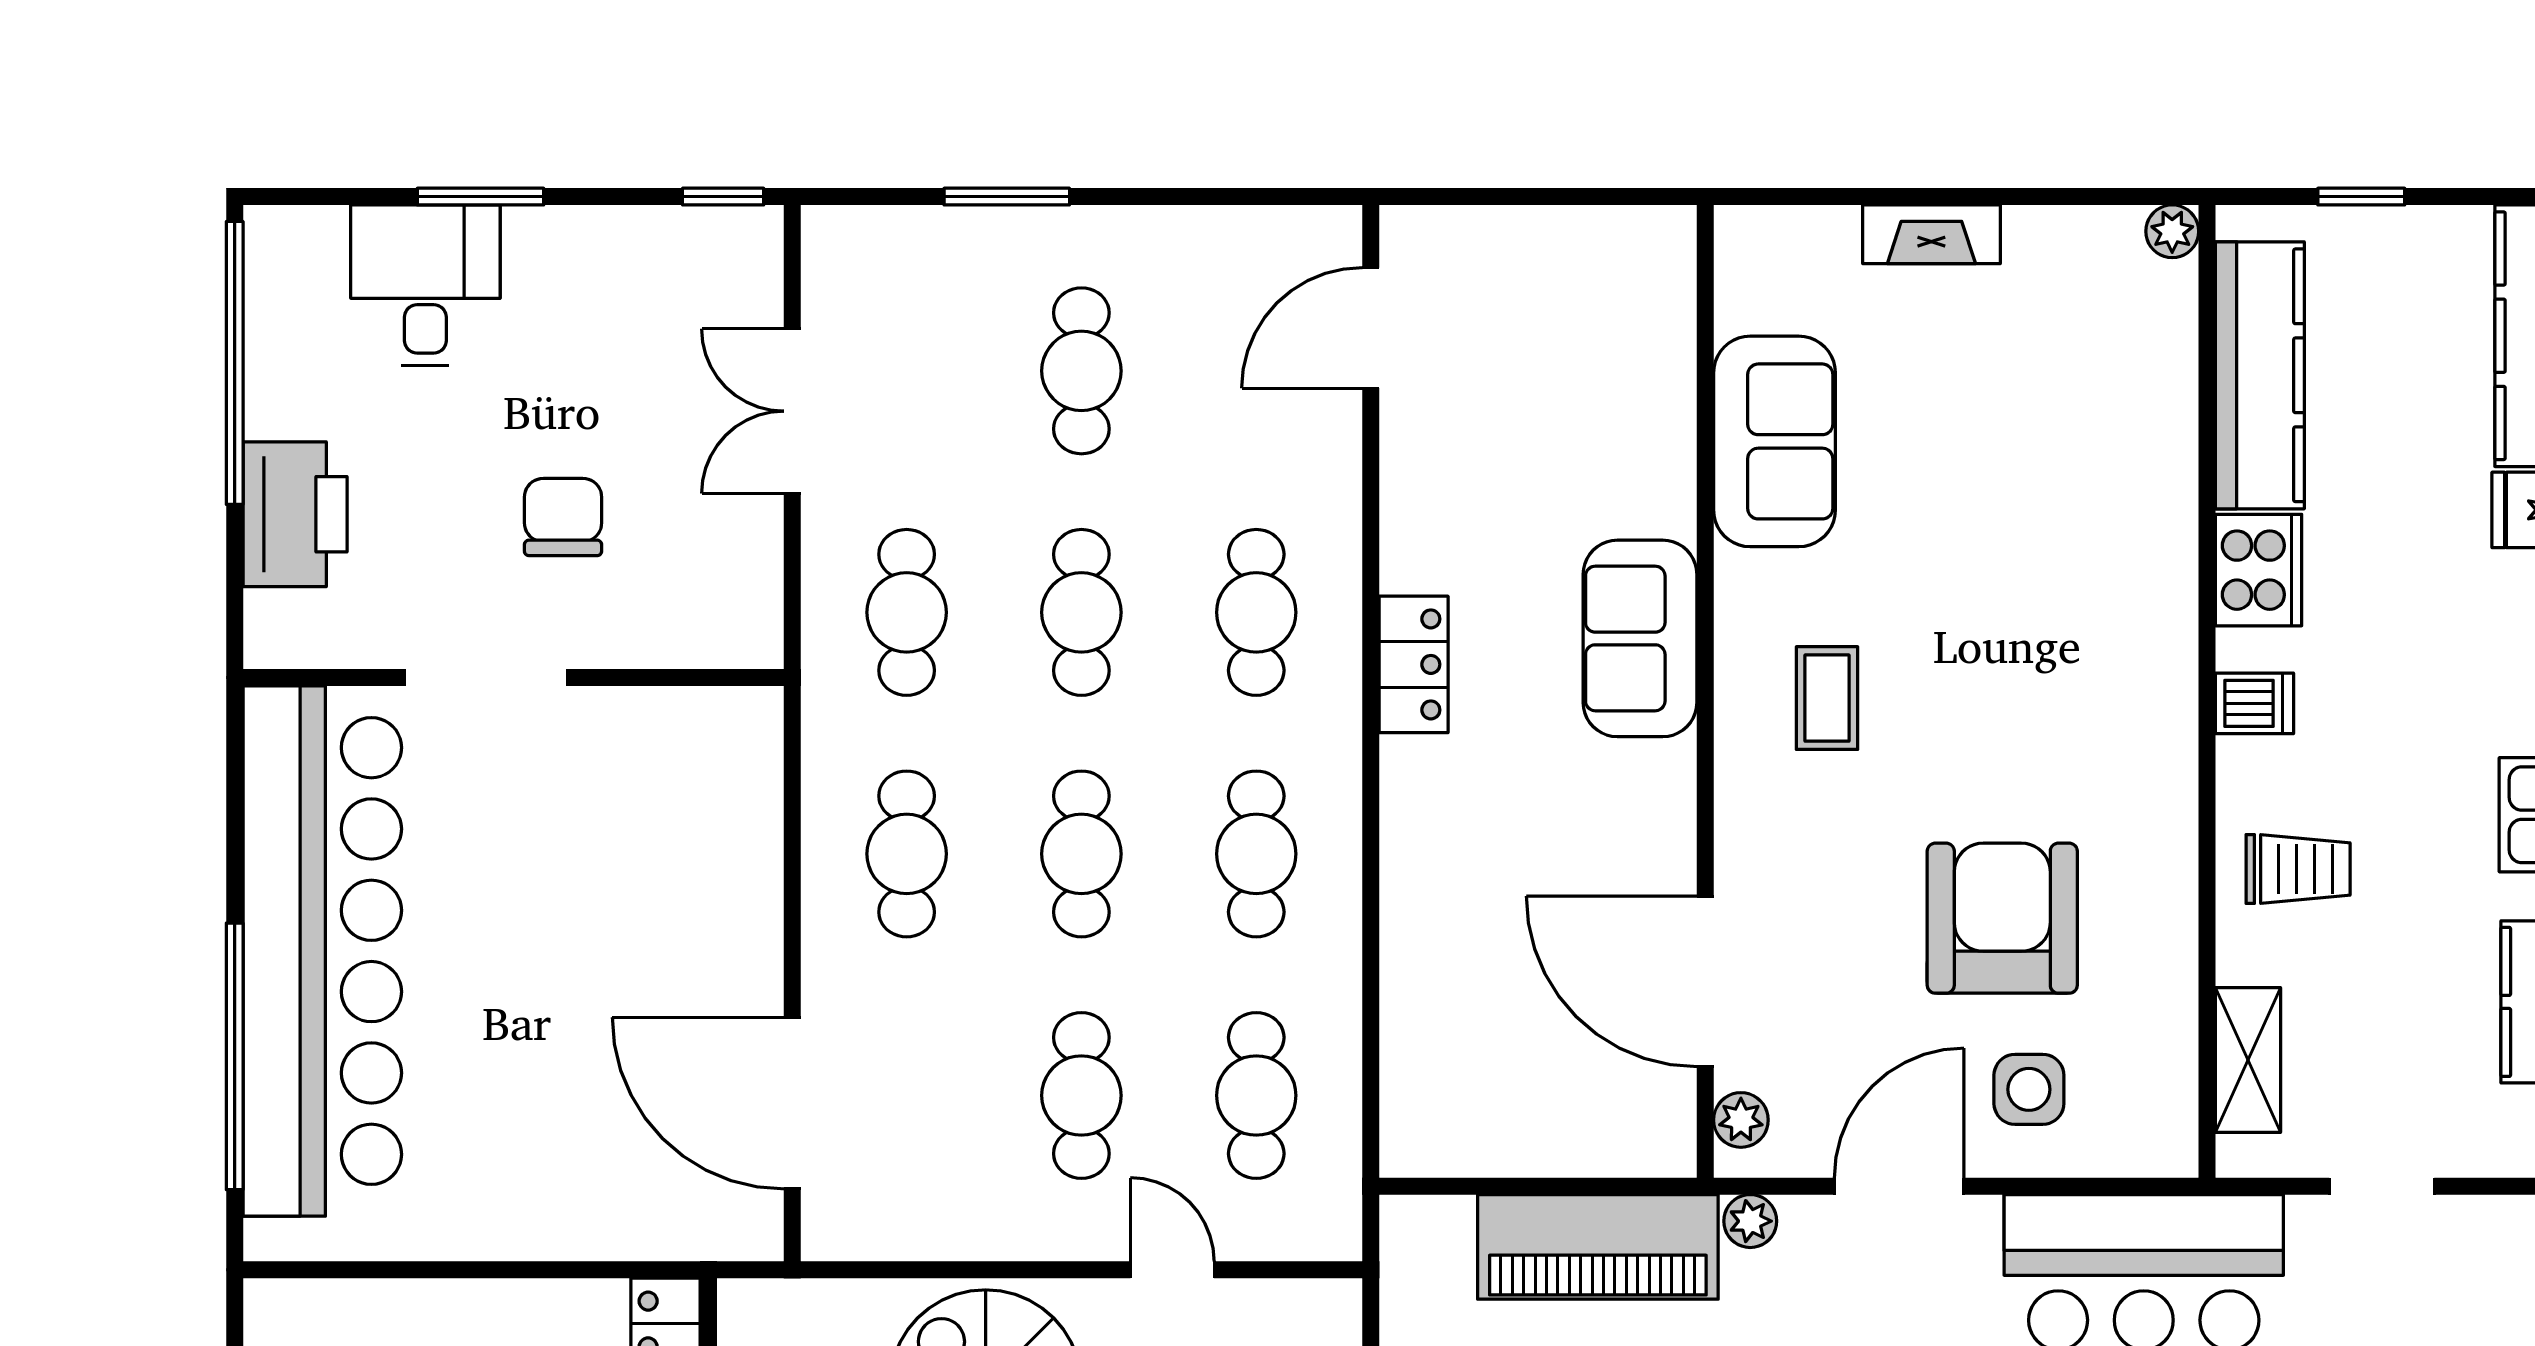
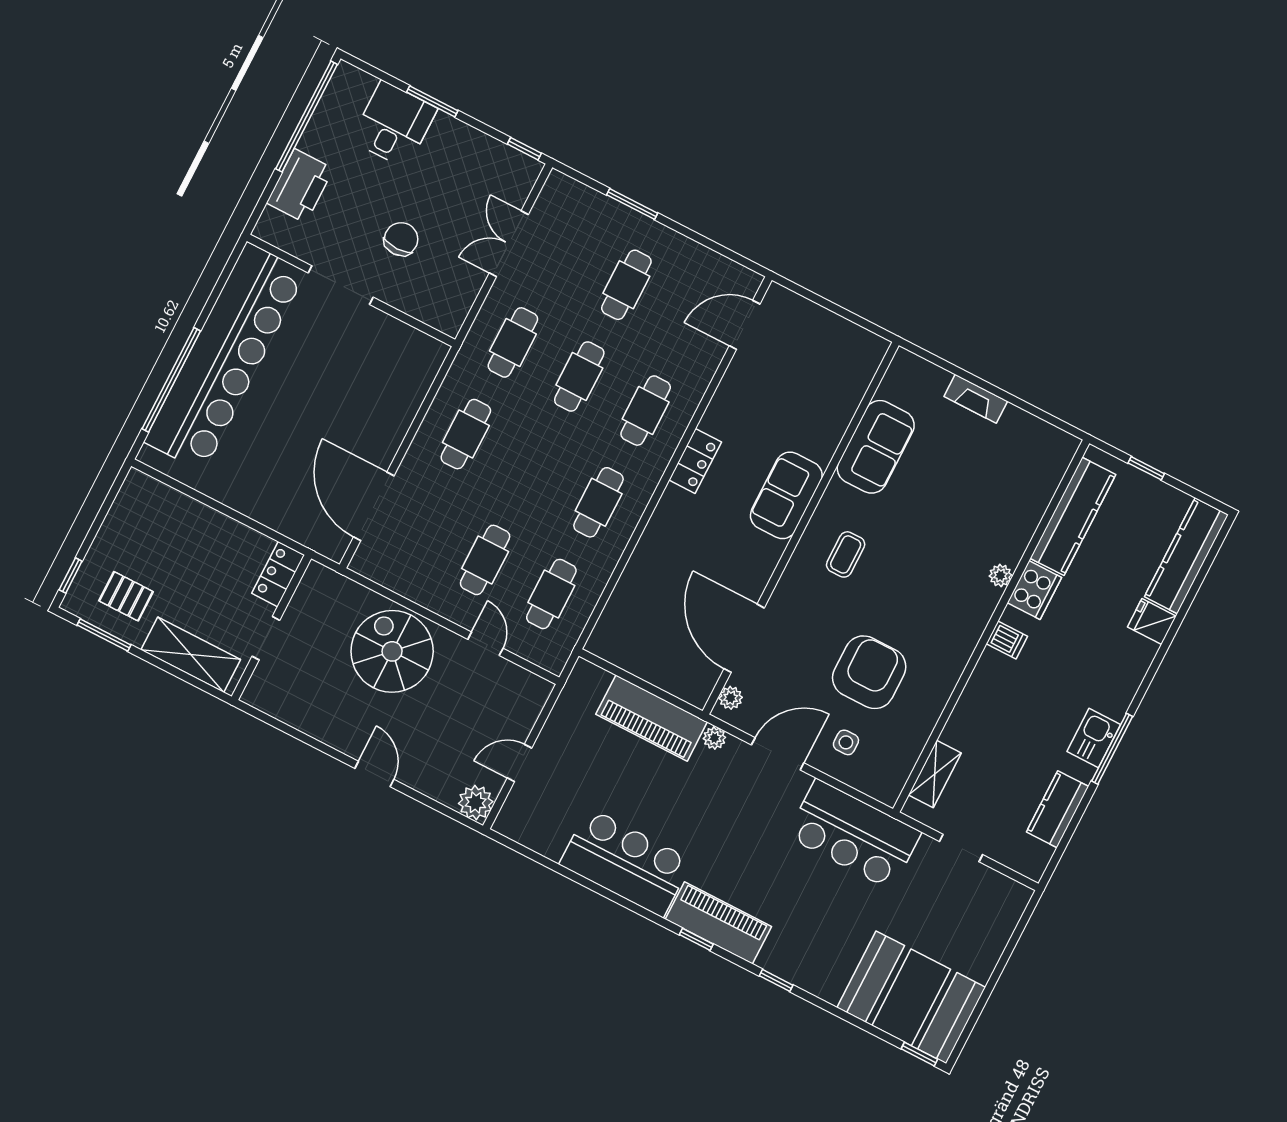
plant: (2172, 231) -> (1000, 575), moved
cafe table: (1081, 854) -> (532, 468), removed
trolley: (2298, 869) -> (991, 711), removed
side table: (2029, 1089) -> (846, 742), width x0.73, depth x0.73

